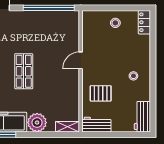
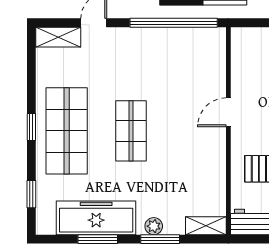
plant: (37, 123) -> (154, 226), width x0.53, depth x0.53
window: (41, 135) -> (160, 239), added

